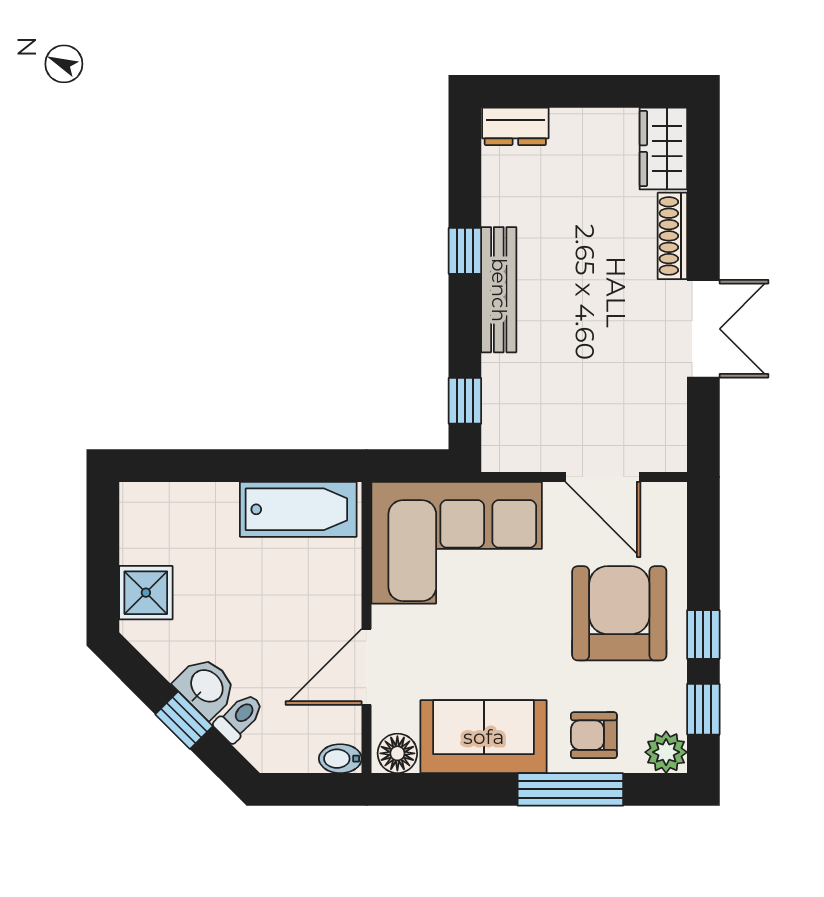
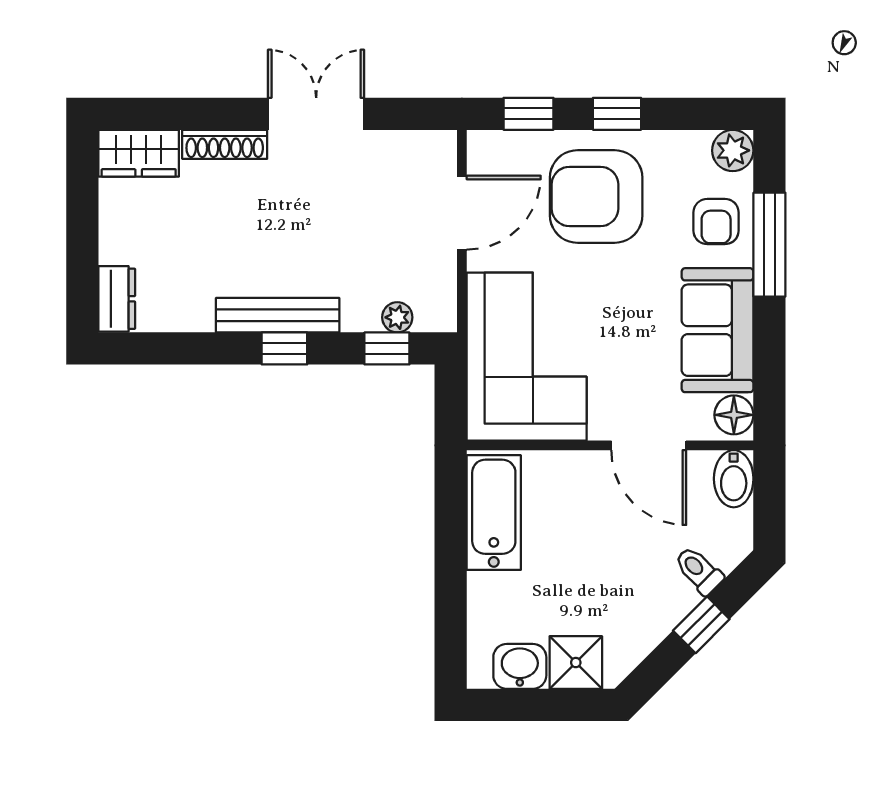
window: (465, 251) -> (284, 348), moved
plant: (497, 411) -> (397, 317), added
washbasin: (206, 687) -> (520, 666), moved, turned 45
window: (703, 709) -> (528, 114), moved
bidet: (340, 759) -> (734, 479), width x1.38, depth x1.36

